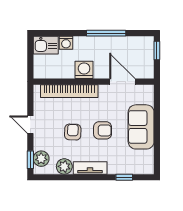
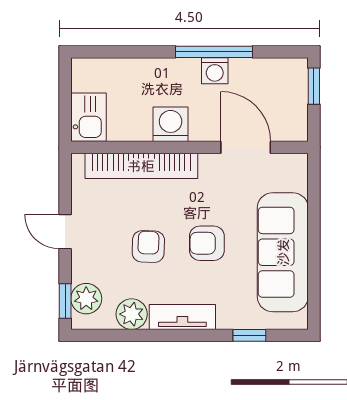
washing machine: (66, 43) -> (215, 71), moved
kitchen sink: (46, 45) -> (89, 117), moved, turned -90
sofa: (141, 127) -> (283, 252), width x1.36
armchair: (103, 130) -> (207, 243), turned 180

